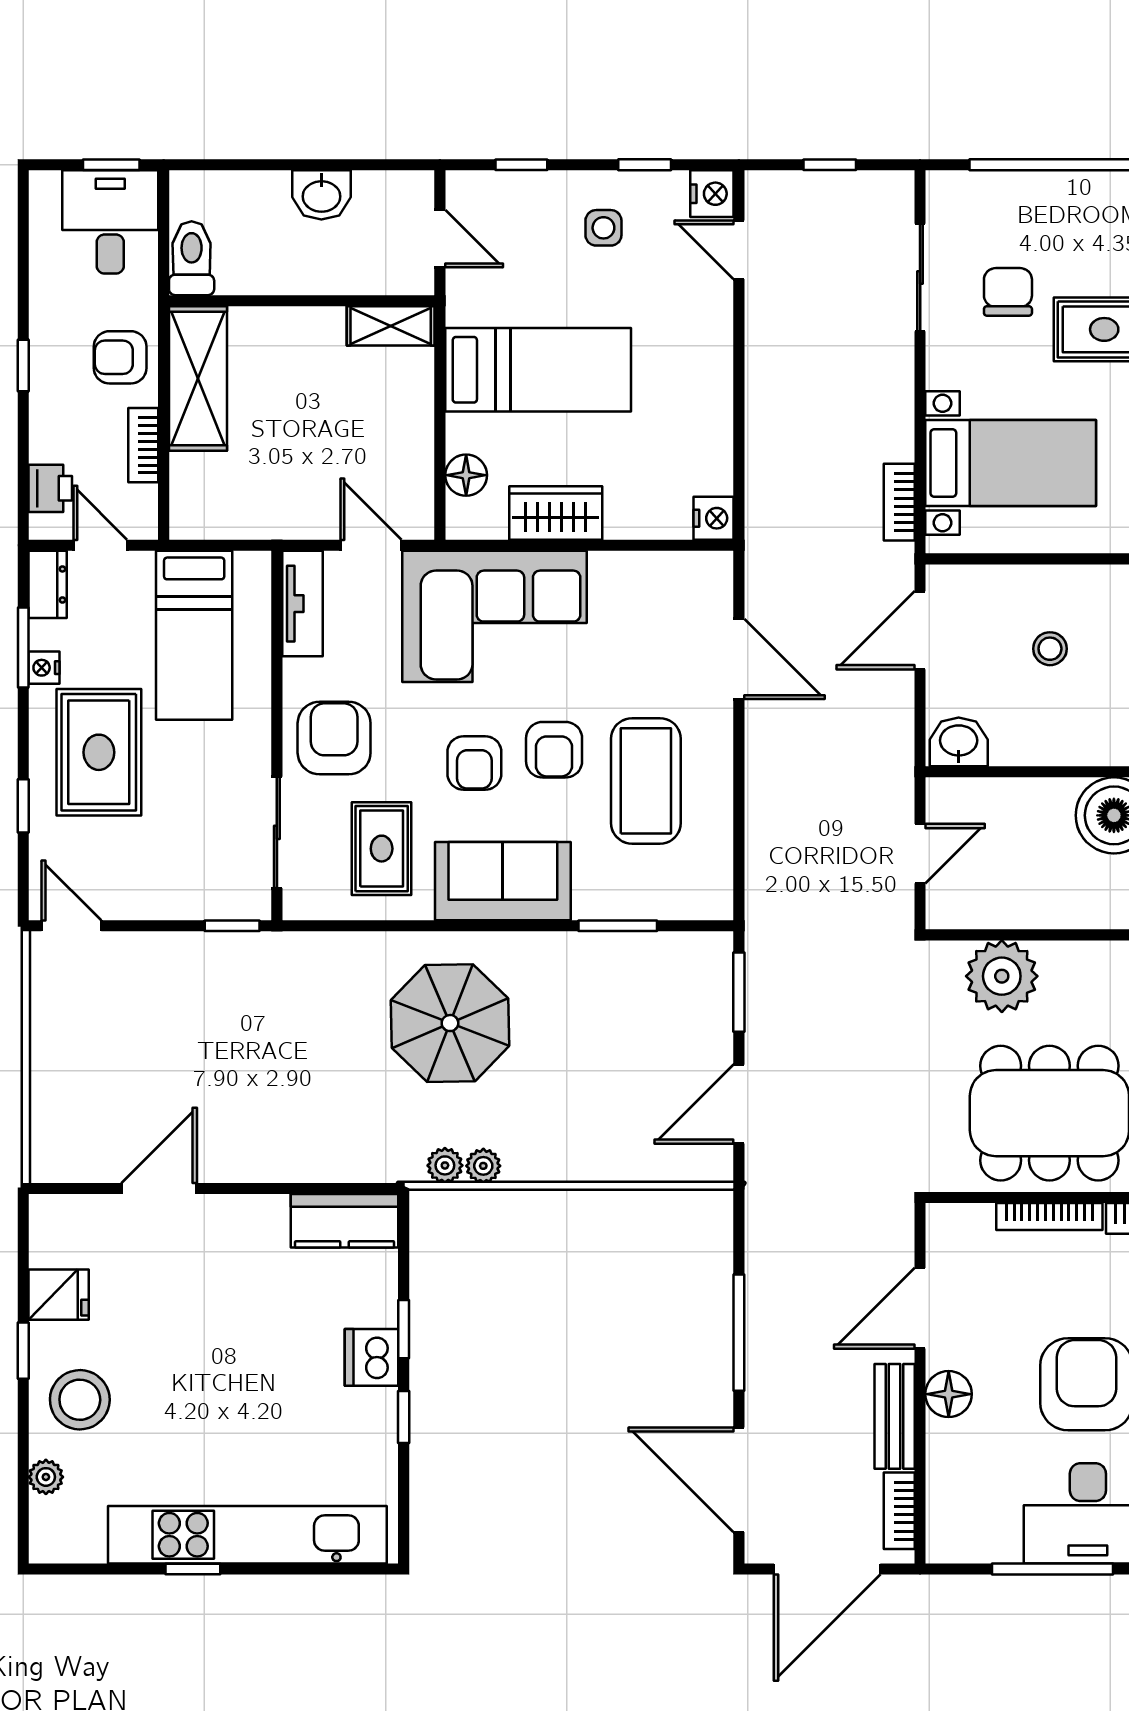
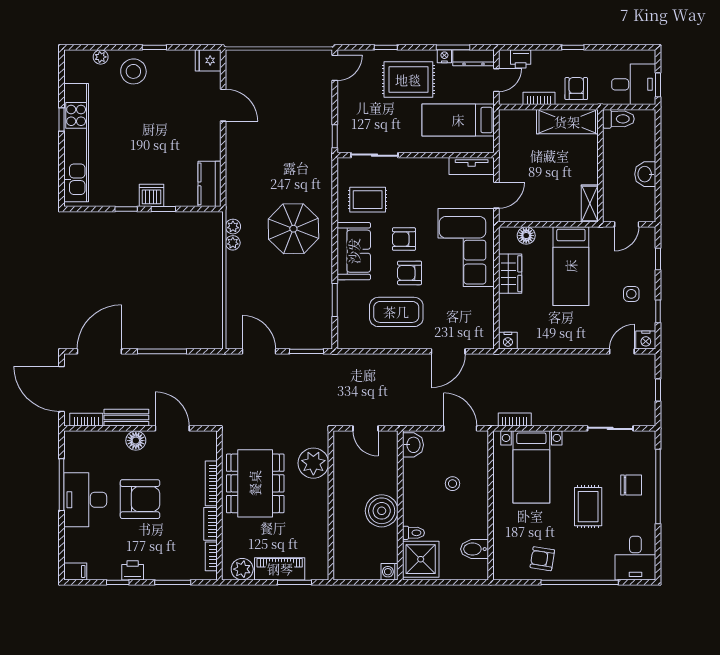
chair: (1008, 292) -> (631, 485), moved
dresser: (48, 584) -> (473, 58), width x1.44
armchair: (334, 738) -> (415, 179), removed
fridge: (59, 1295) -> (208, 60), moved, turned 90

